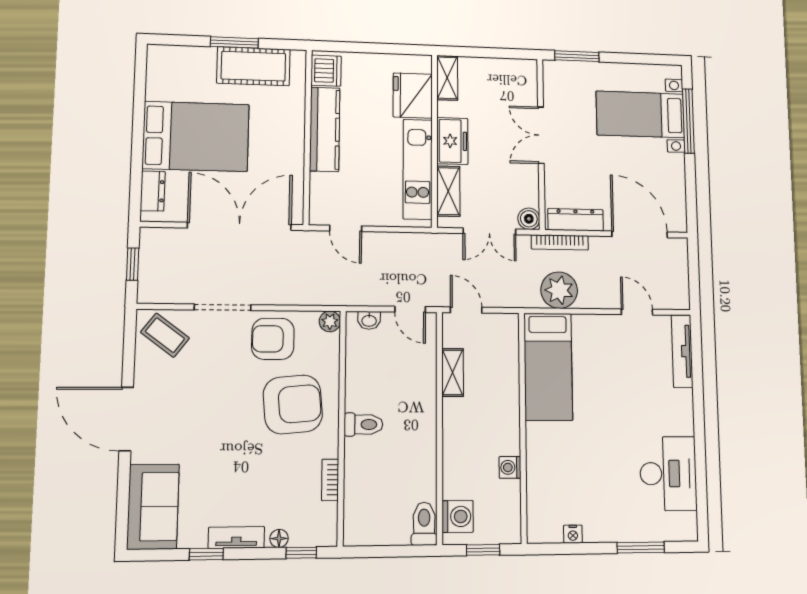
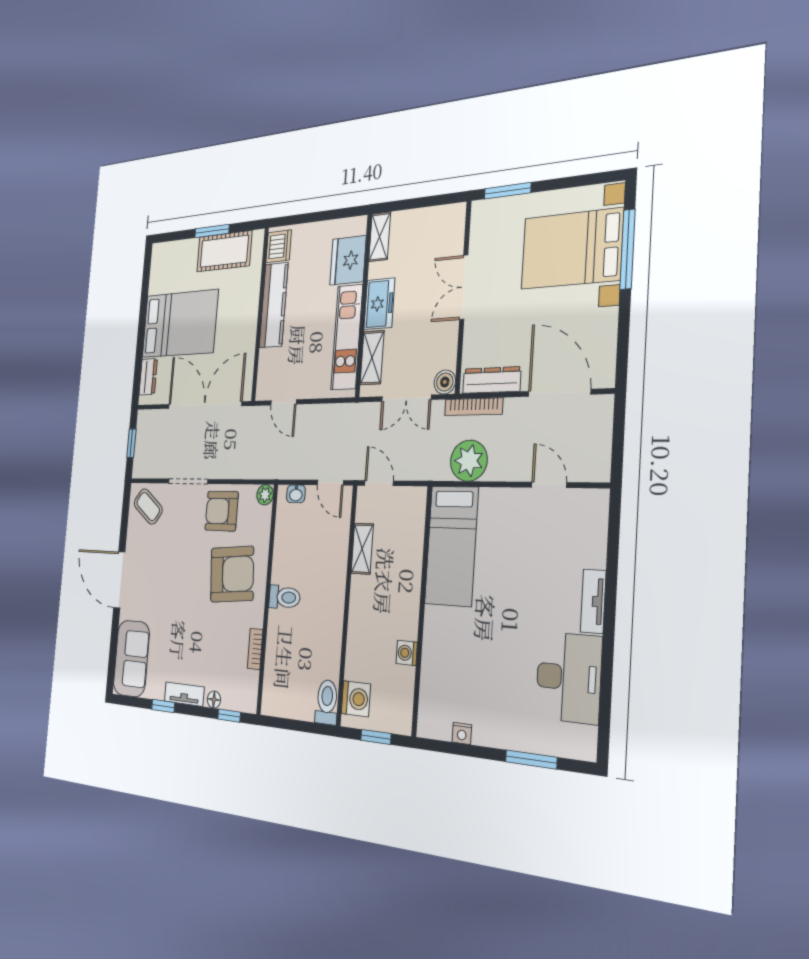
bed with nightstands: (640, 114) -> (572, 249), width x1.36
tv unit: (682, 351) -> (593, 601), moved, width x0.71

